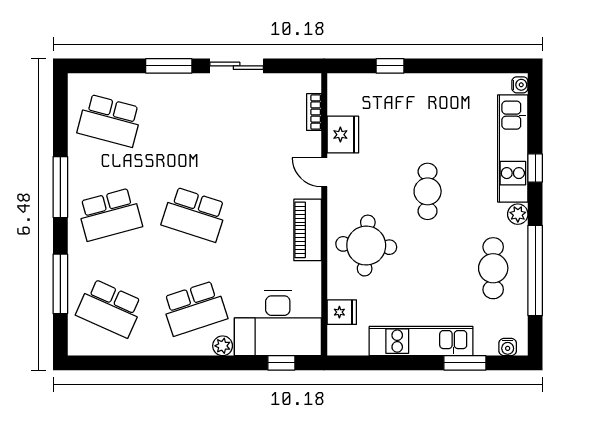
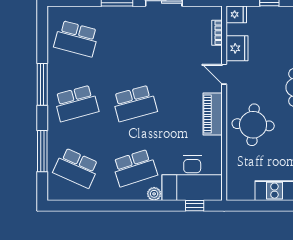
school desk: (194, 214) -> (135, 103), turned -33
fridge: (342, 312) -> (236, 14), moved

